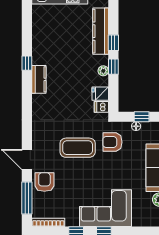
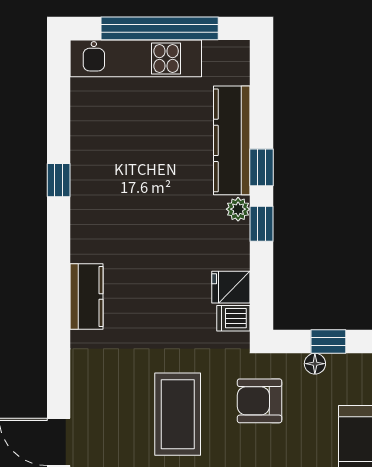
window: (27, 63) -> (59, 180), moved
plant: (103, 71) -> (238, 209), moved
kitchen counter: (39, 79) -> (87, 297), moved
coffee table: (78, 148) -> (178, 414), turned 90

